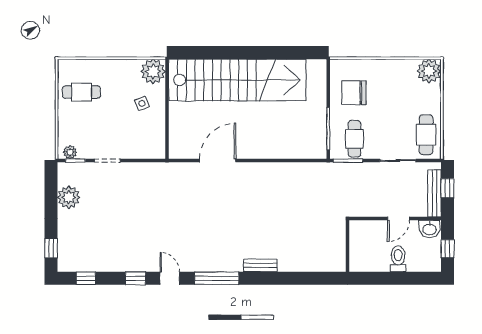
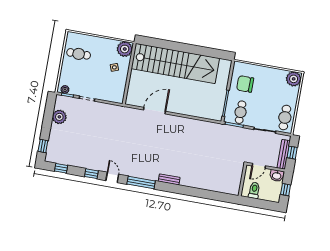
wall: (348, 246) -> (242, 180), moved

